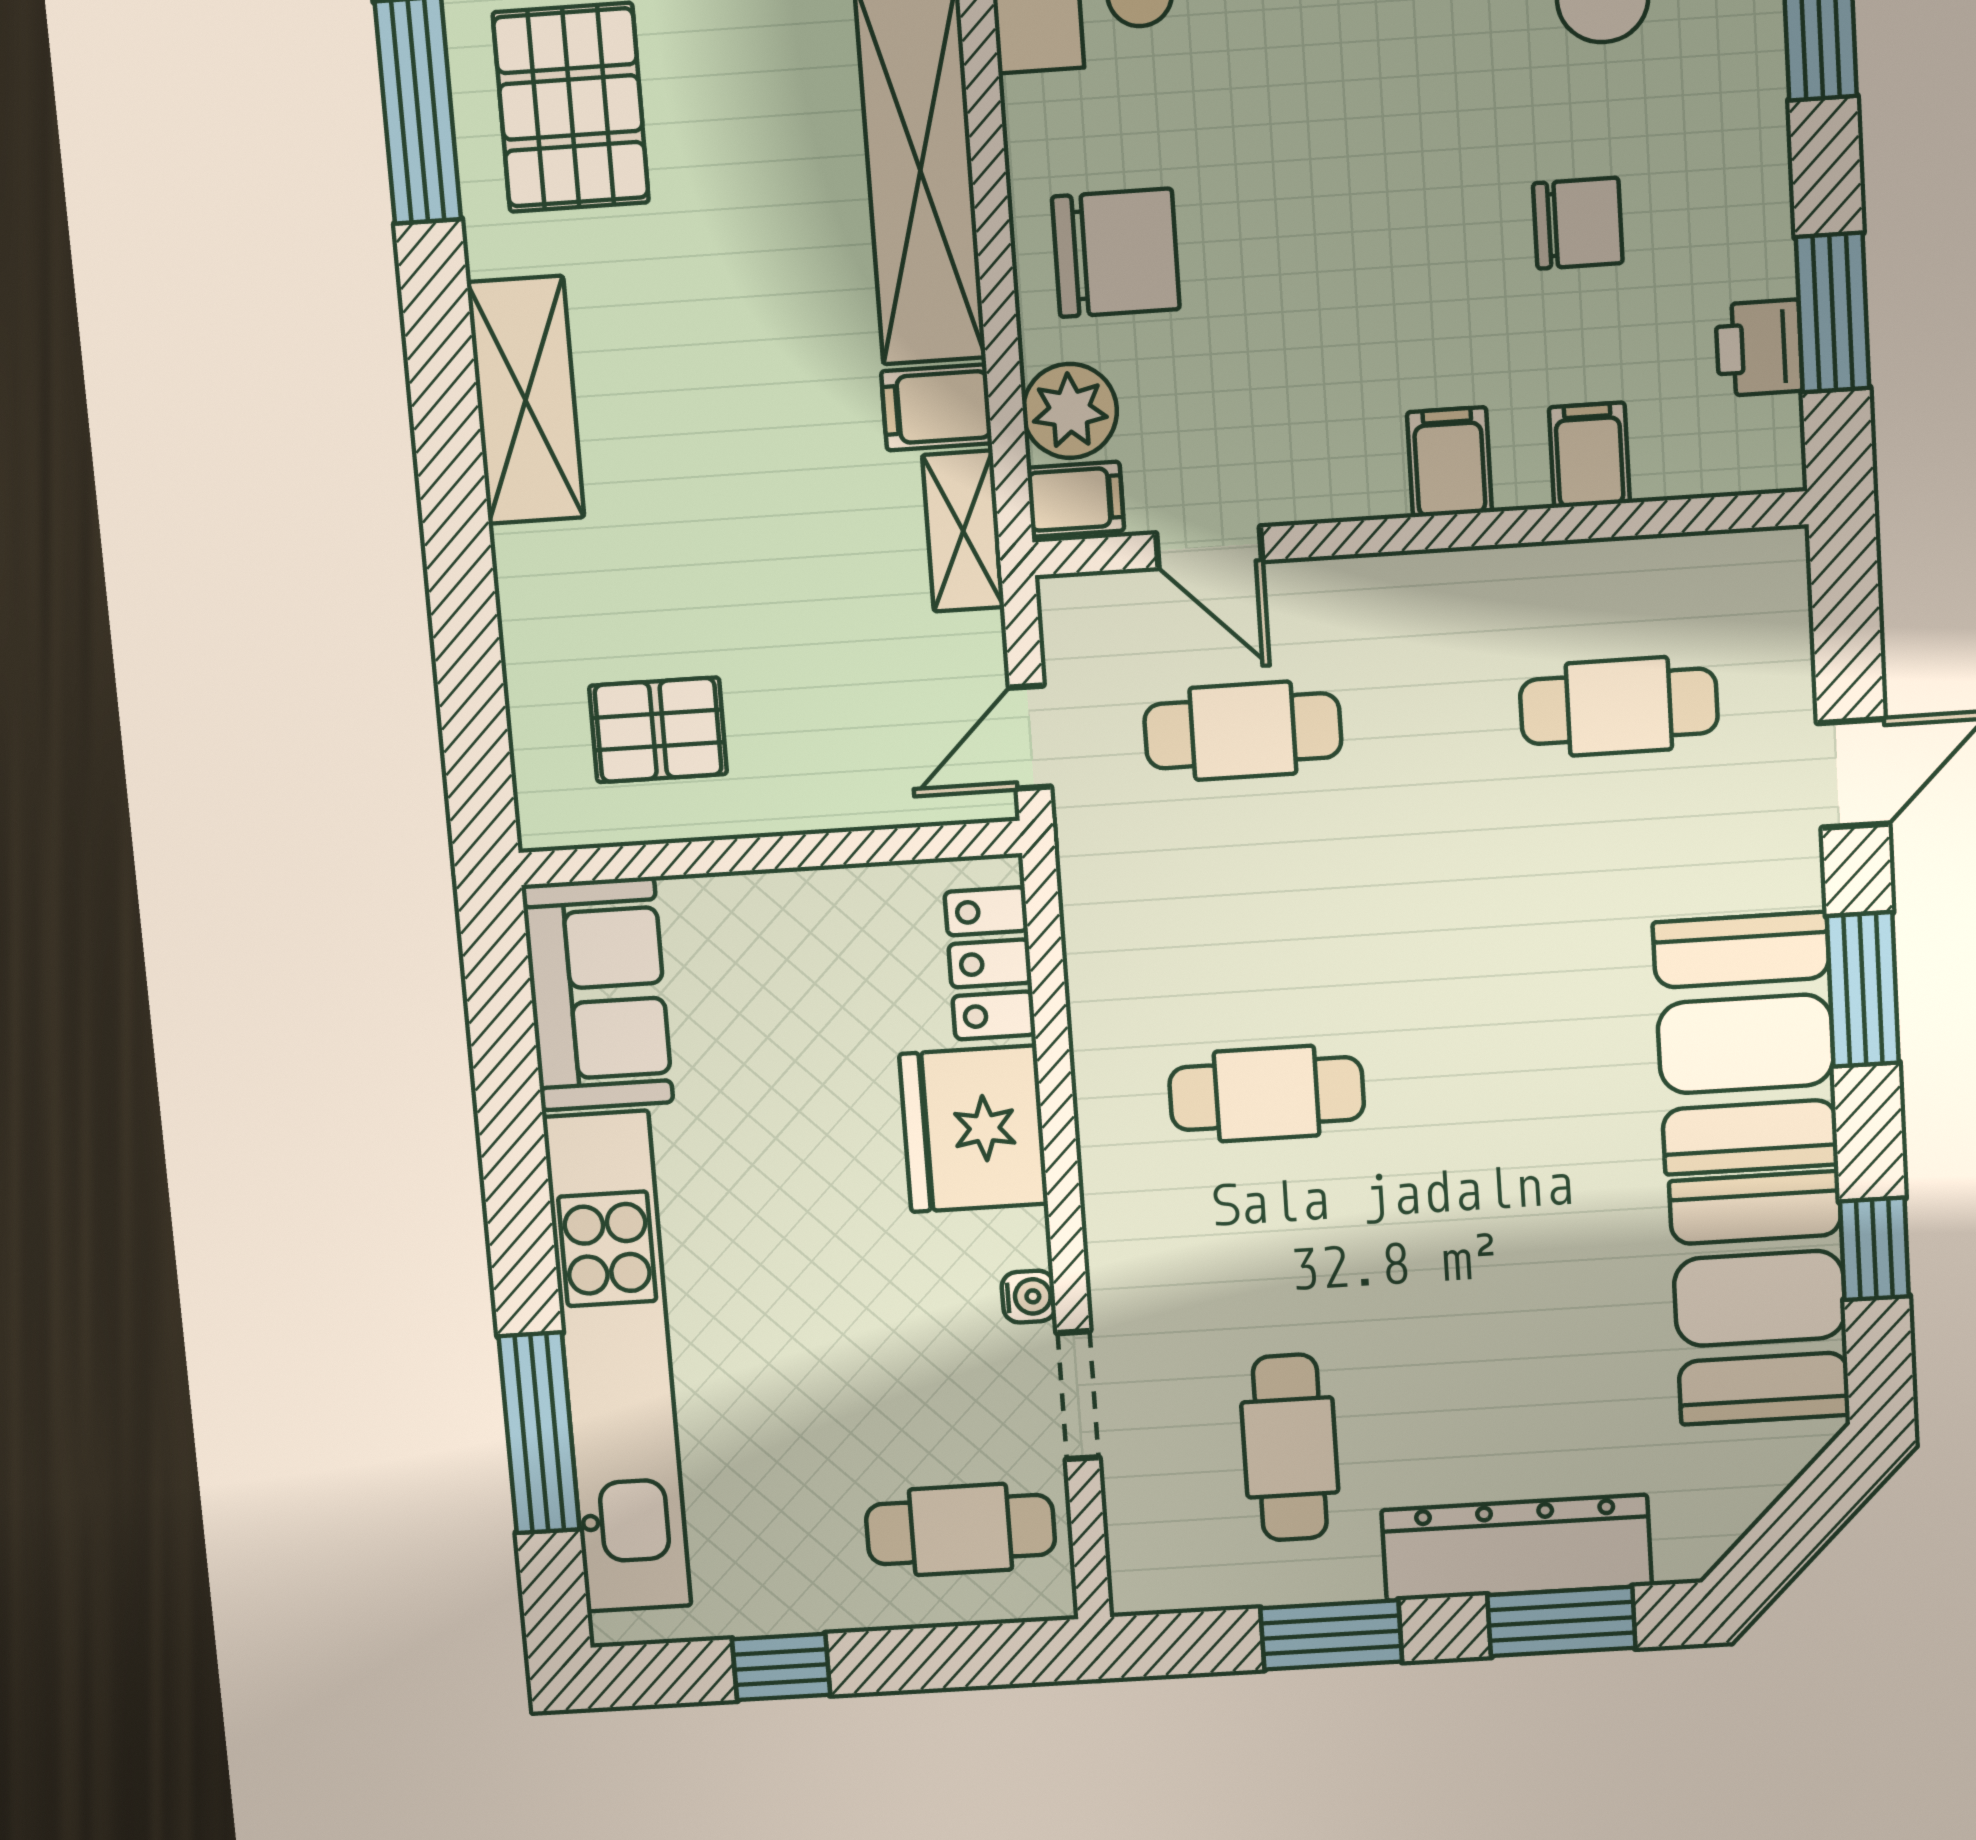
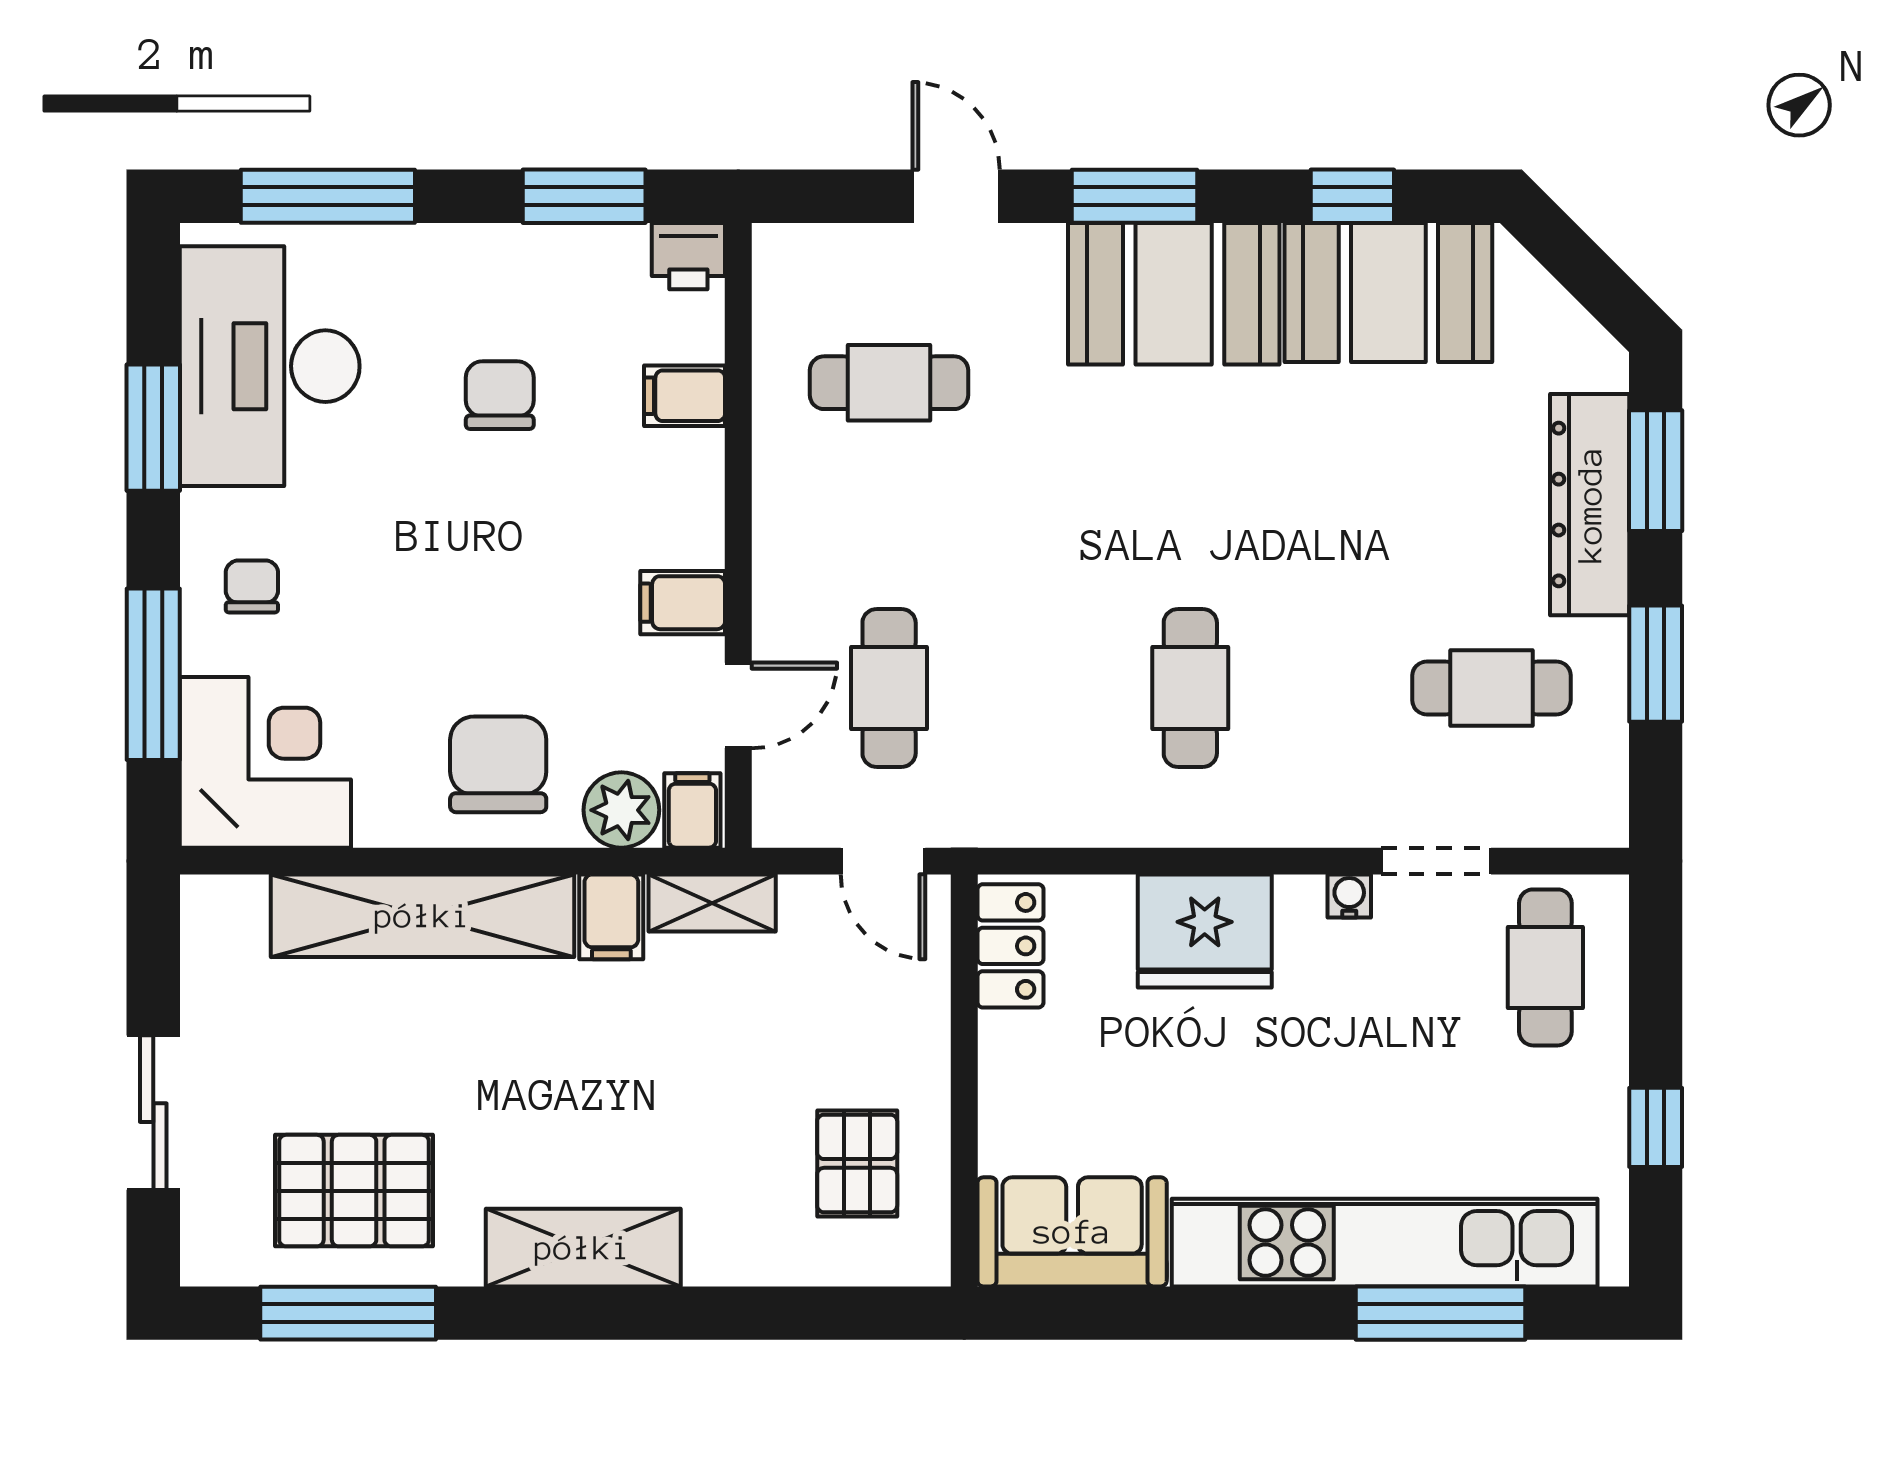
printer: (1759, 348) -> (688, 256), moved
filing cabinet: (1449, 462) -> (683, 603), moved
cafe table: (1619, 706) -> (889, 383), turned 90
locker: (990, 963) -> (1011, 946), moved, turned -90

